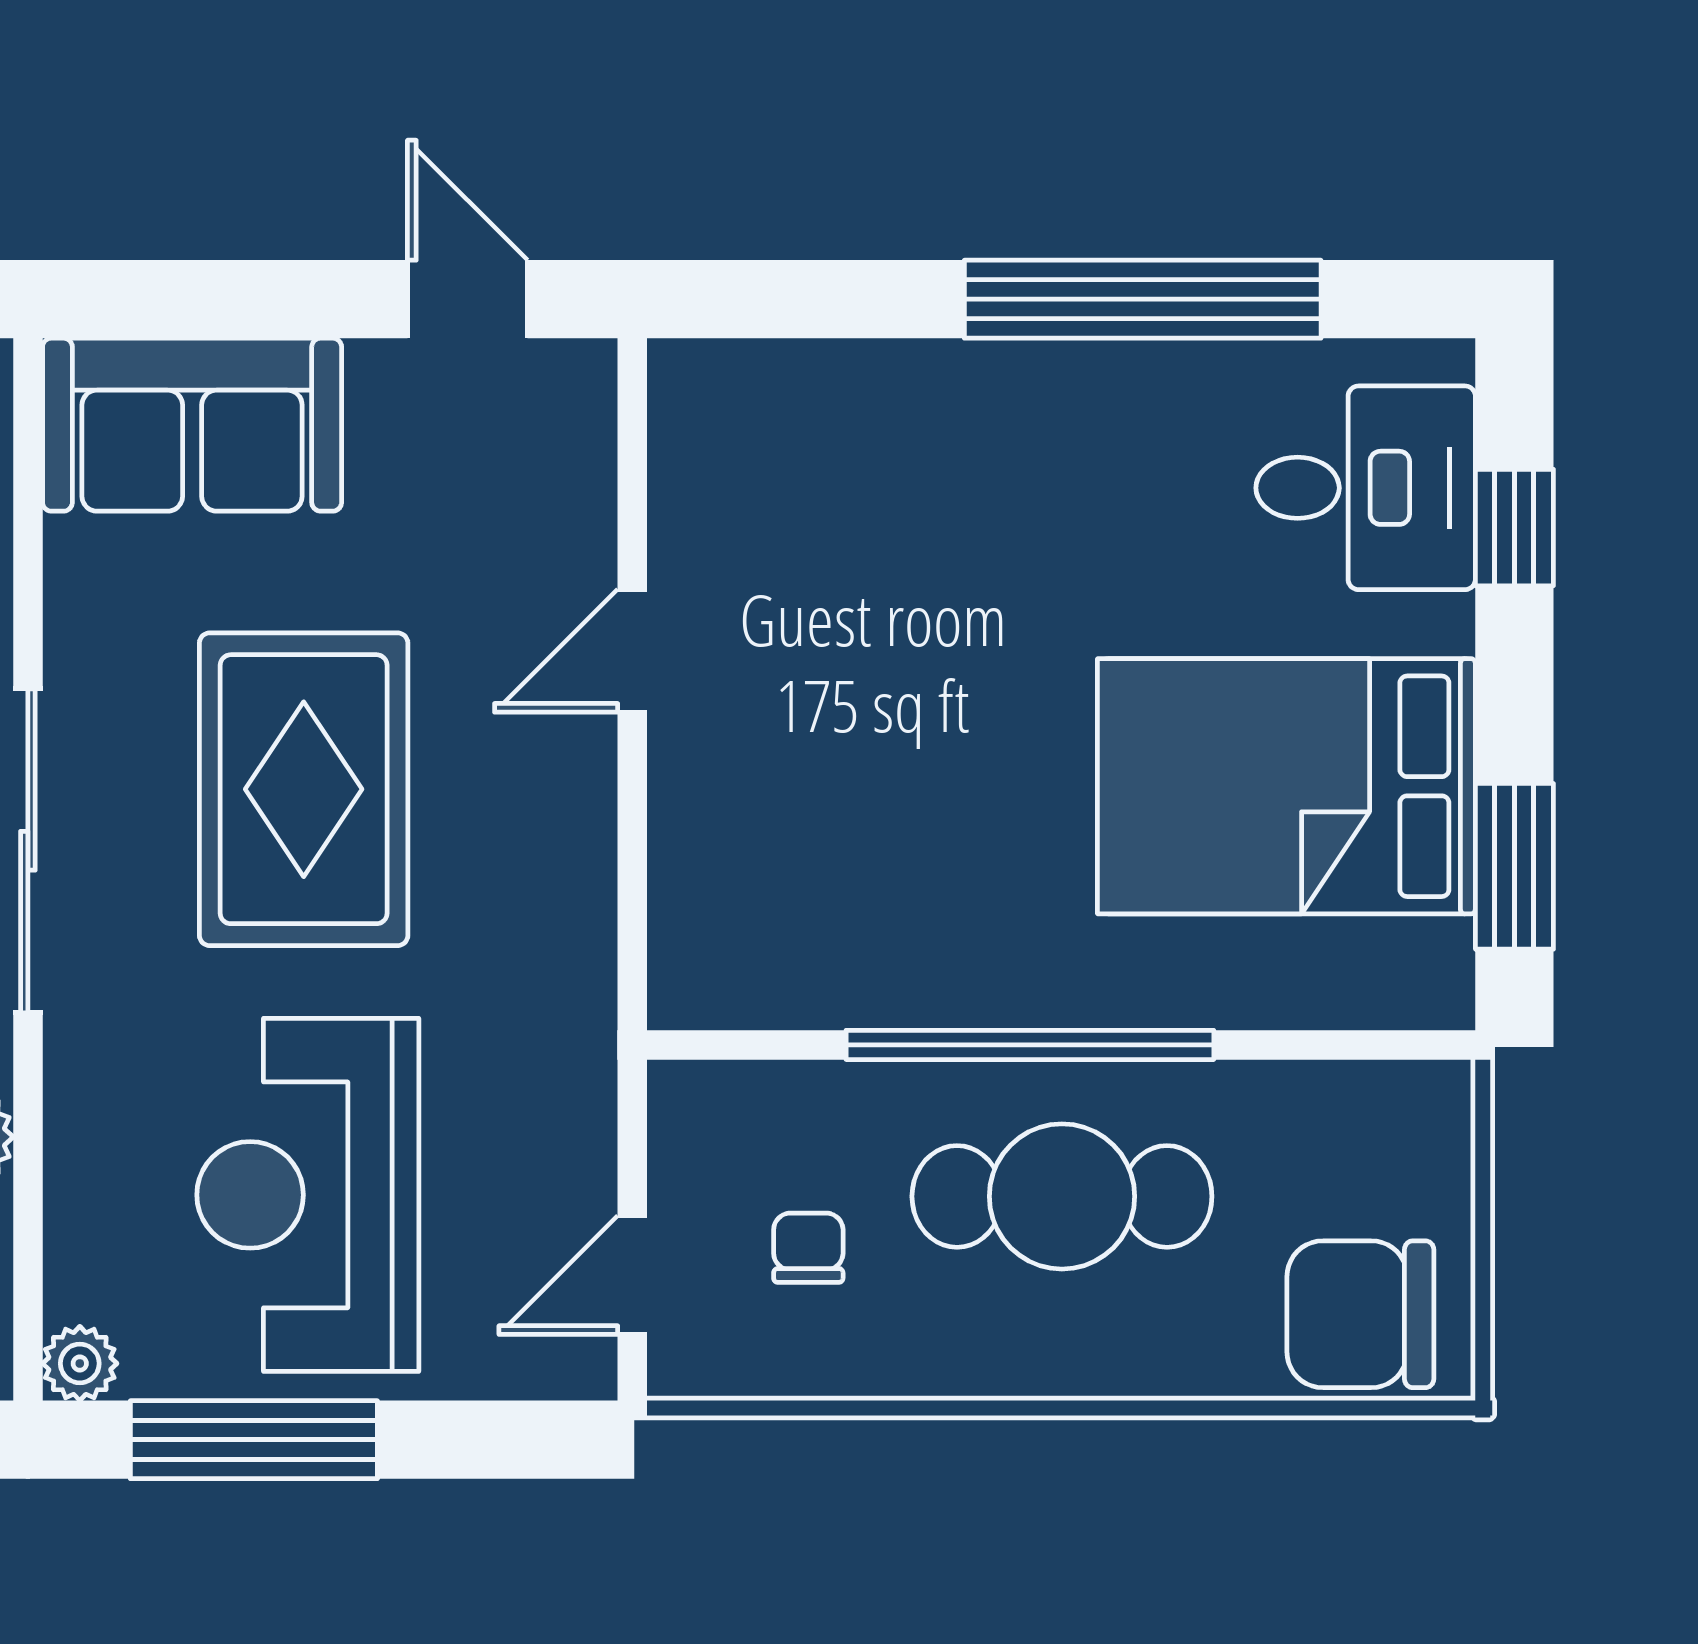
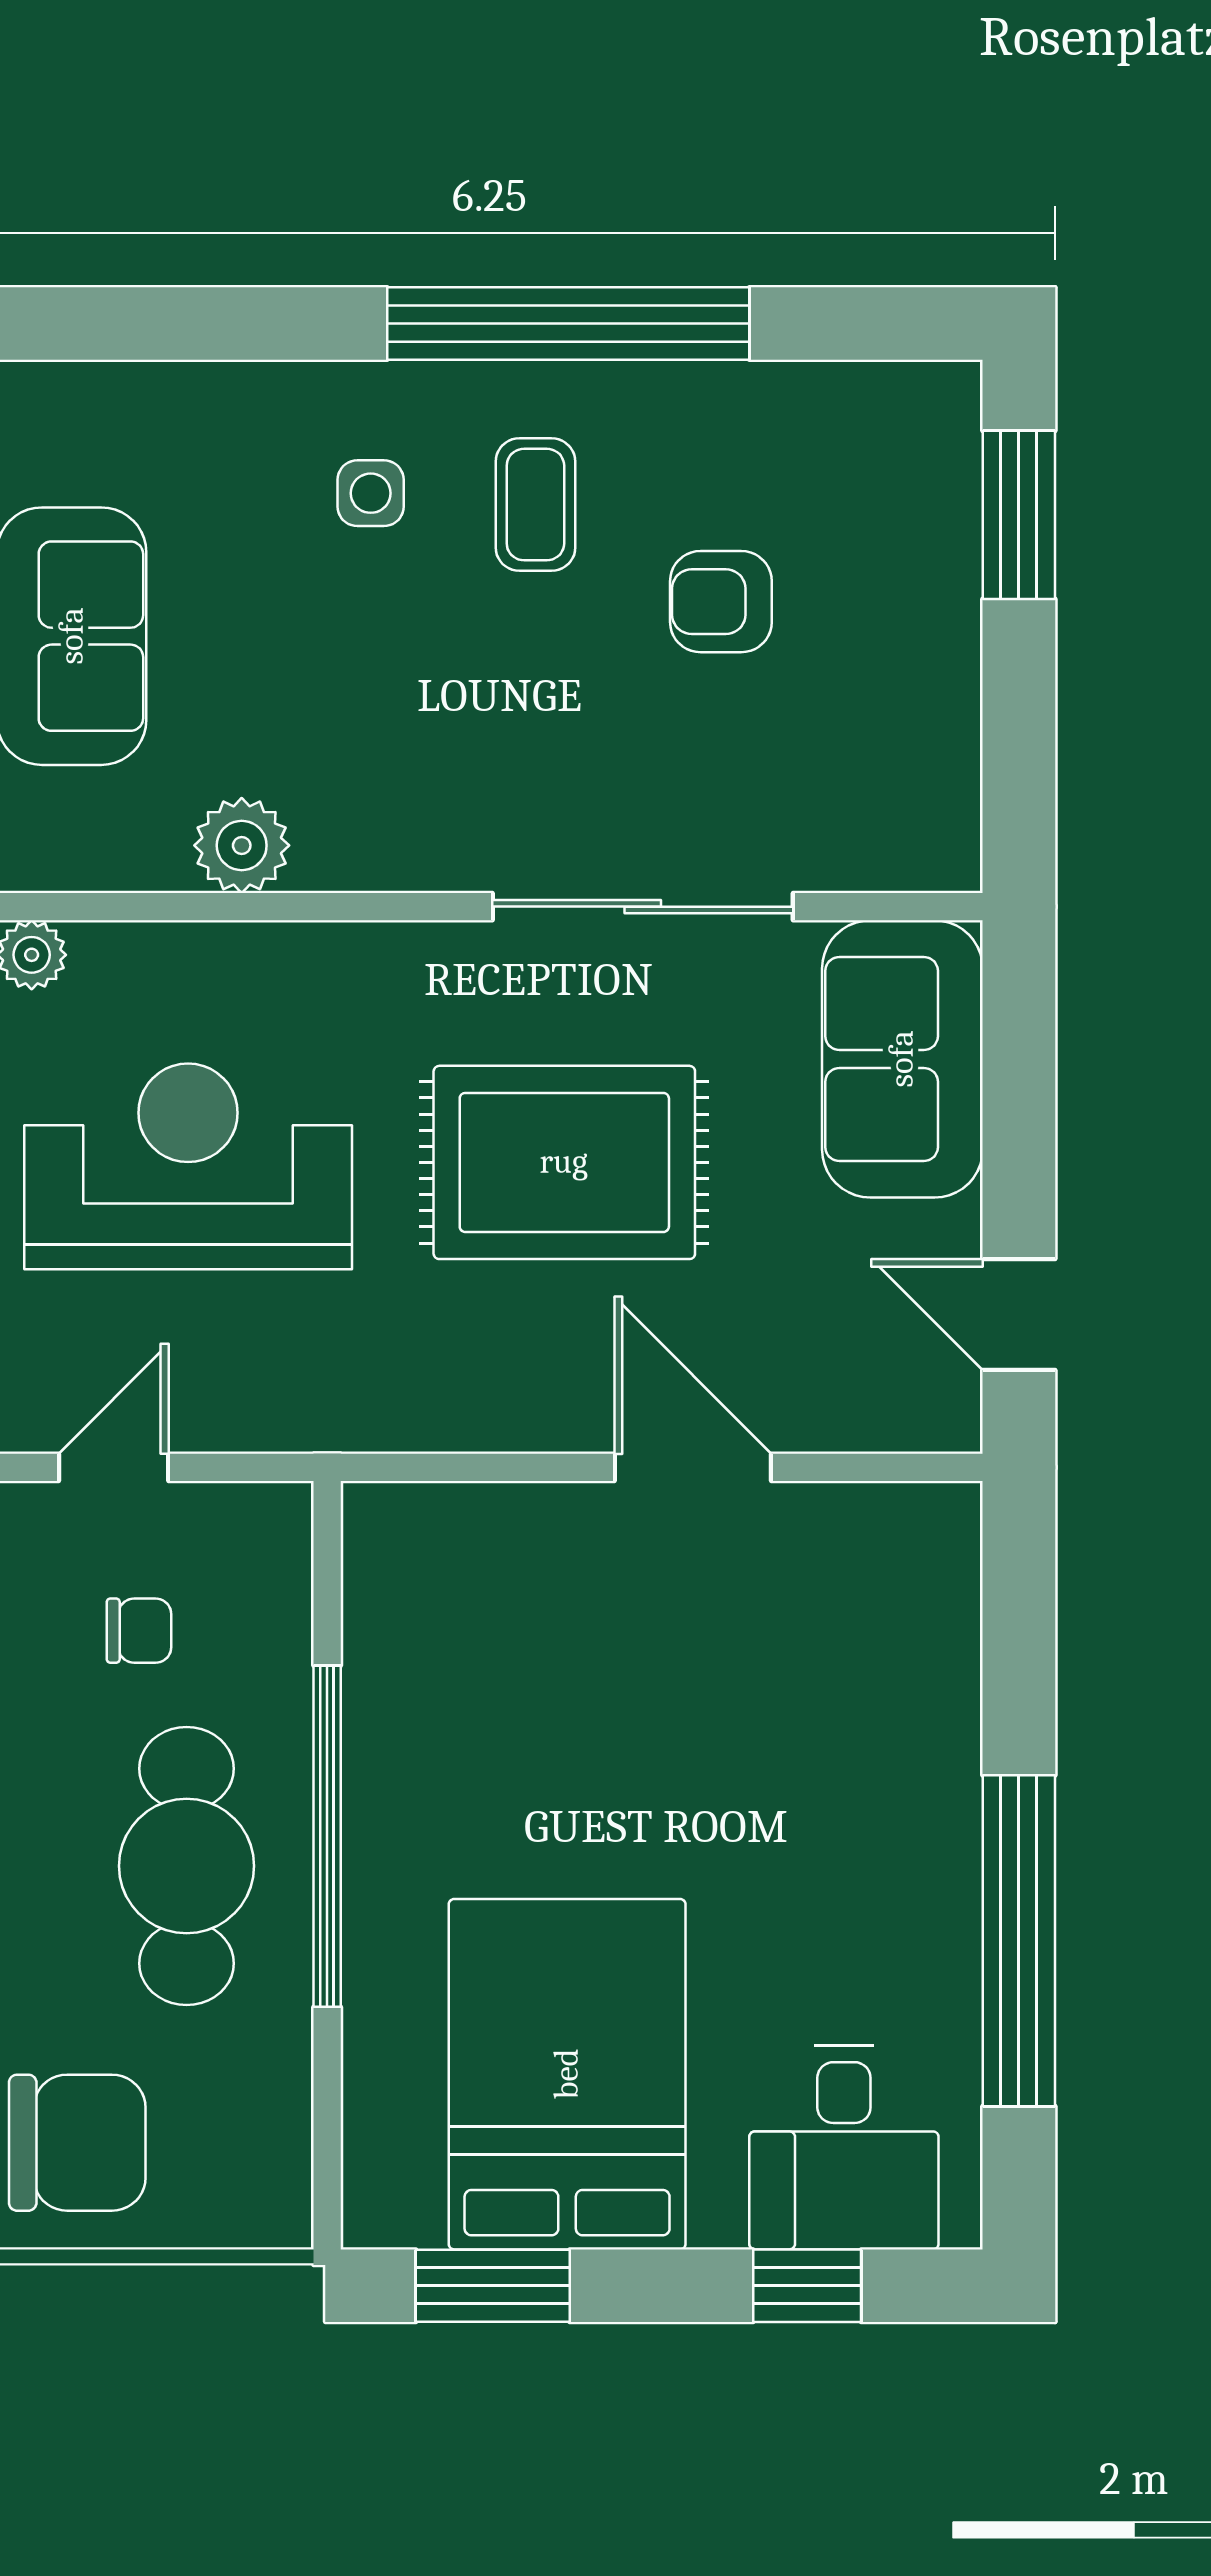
door: (467, 299) -> (1019, 1314), swing flipped
door: (632, 651) -> (693, 1467), width x1.38
sliding door: (28, 851) -> (643, 907), moved
door: (632, 1275) -> (114, 1467), hinge flipped
chair: (1360, 1314) -> (77, 2143), turned 90

